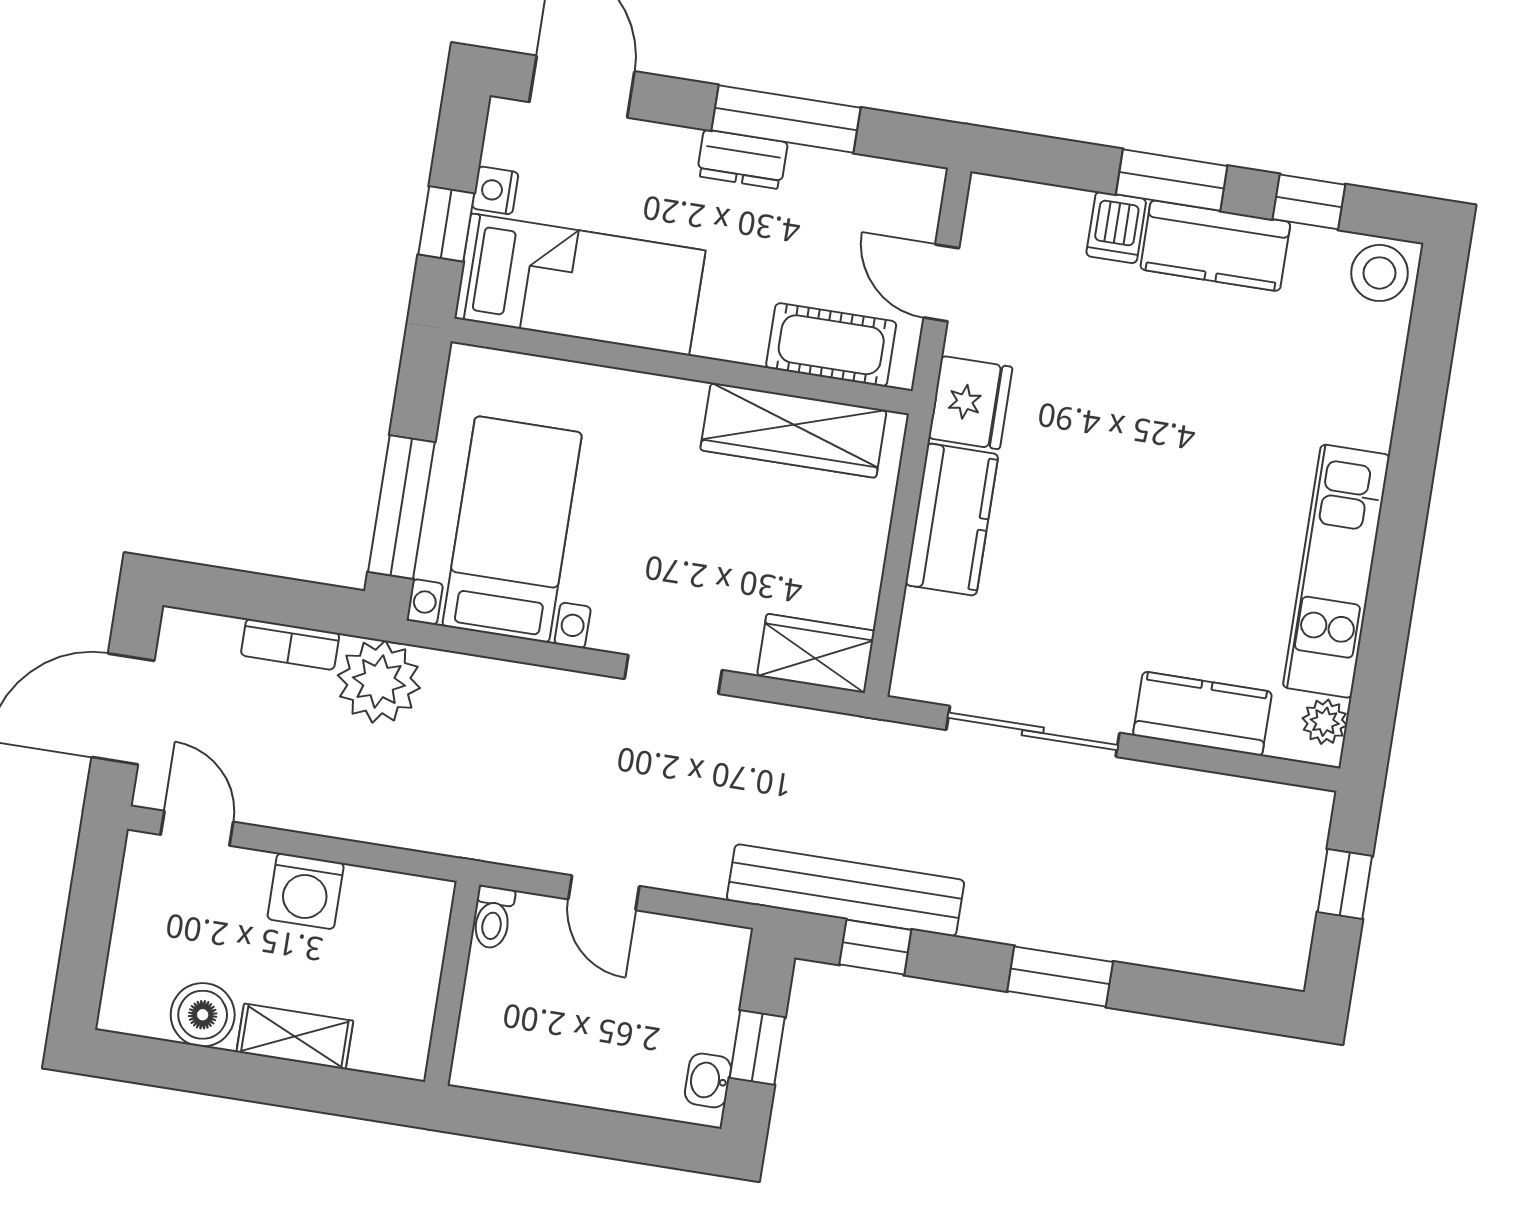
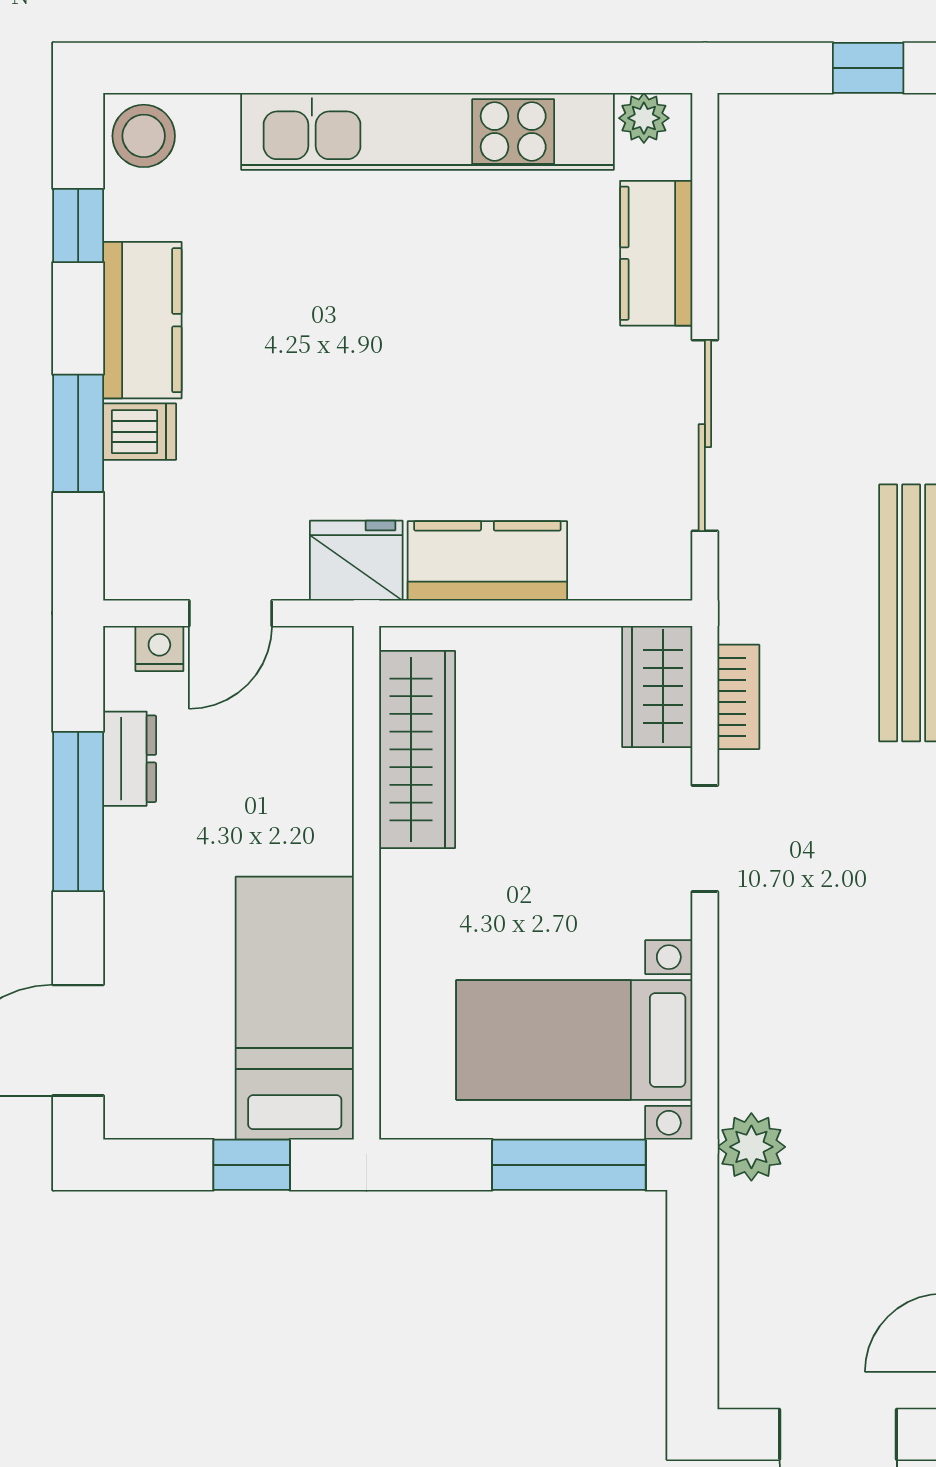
dresser: (742, 159) -> (130, 759), moved
window: (1172, 180) -> (78, 433), moved
nightstand: (495, 190) -> (159, 648), moved, turned 180
cot: (831, 345) -> (317, 723), removed
kitchen unit: (1336, 571) -> (427, 131), width x1.36
bookcase: (290, 644) -> (738, 697), moved
plant: (379, 682) -> (751, 1147), width x0.73, depth x0.73
window: (1345, 884) -> (868, 68), moved

